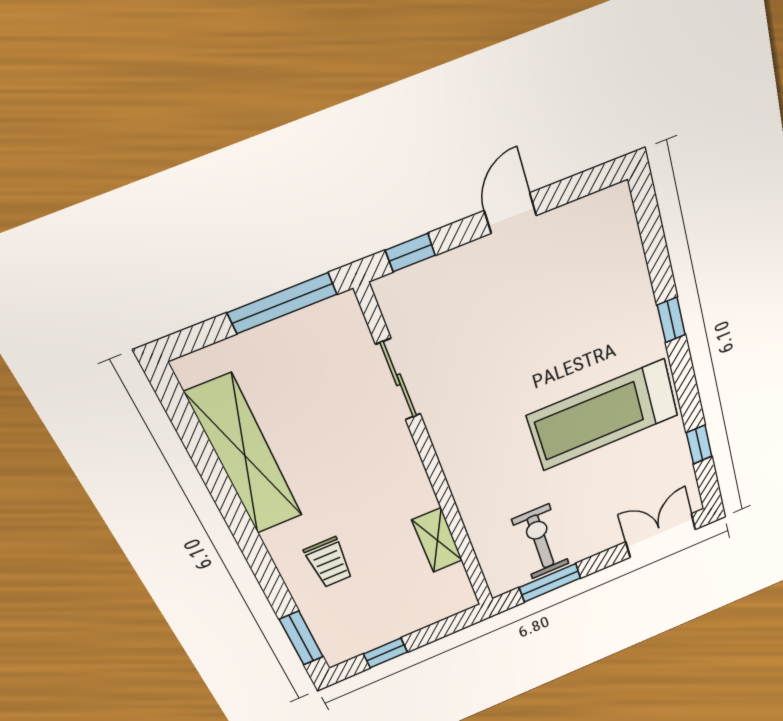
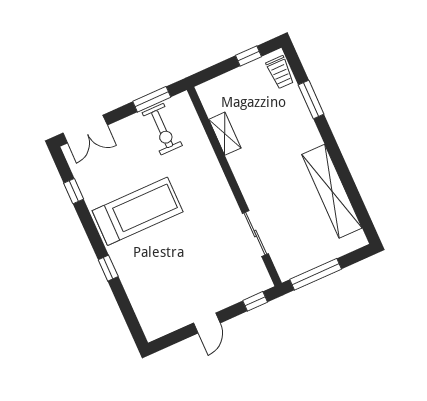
trolley: (329, 562) -> (280, 72), moved, turned 180
window: (301, 638) -> (311, 100), moved

